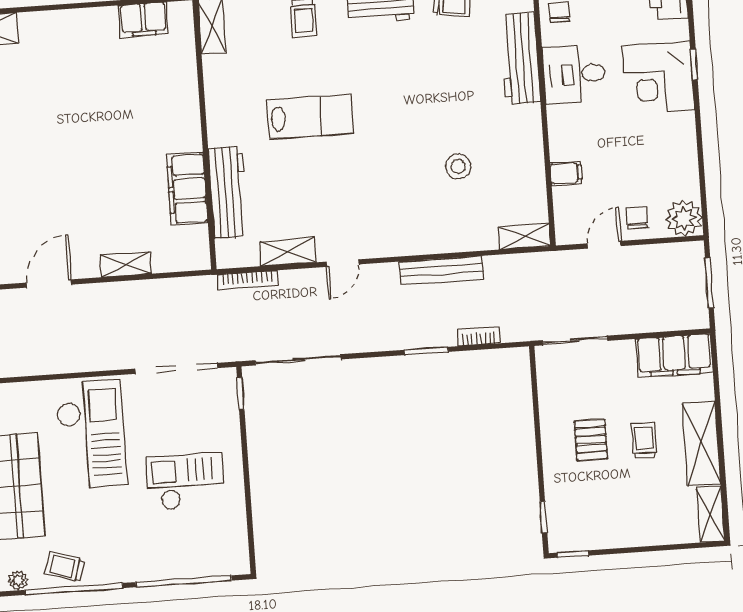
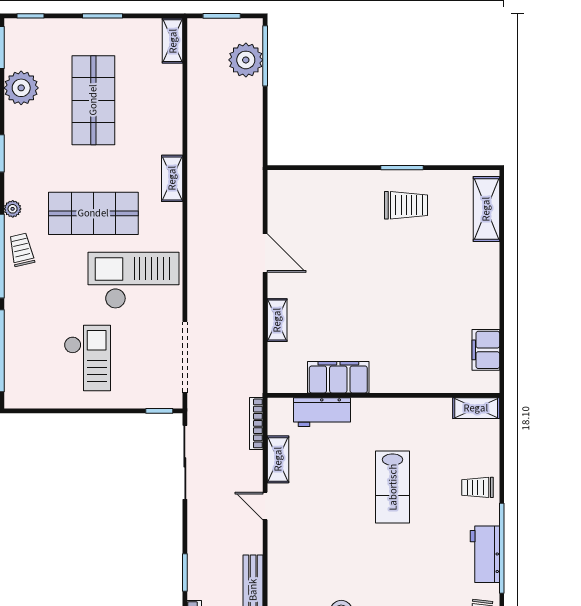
workbench: (228, 192) -> (322, 412), width x0.73
checkout: (91, 434) -> (134, 280), turned 180
trolley: (65, 567) -> (22, 250), turned -31

